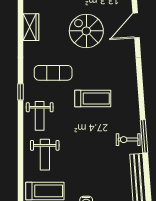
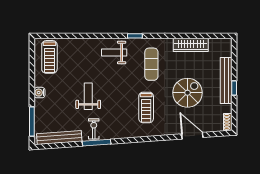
wardrobe: (31, 27) -> (191, 45), width x1.50
treadmill: (93, 98) -> (146, 107), moved
weight bench: (45, 155) -> (88, 96), moved, turned 90

